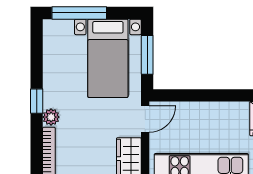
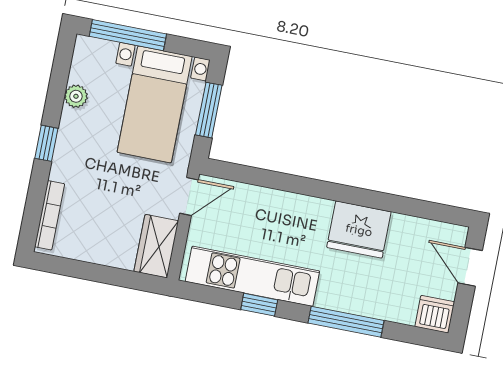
plant: (51, 117) -> (76, 96), moved

